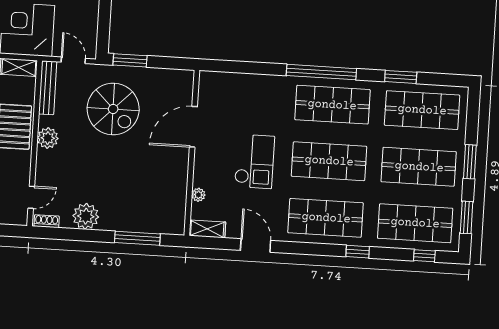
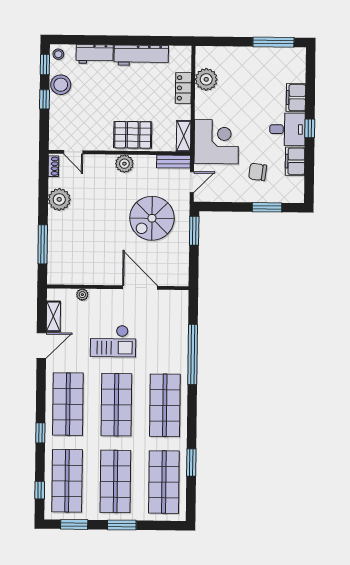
window: (321, 72) -> (193, 354), moved
bench: (48, 88) -> (173, 162), width x0.73
shelving: (207, 229) -> (53, 316), moved

